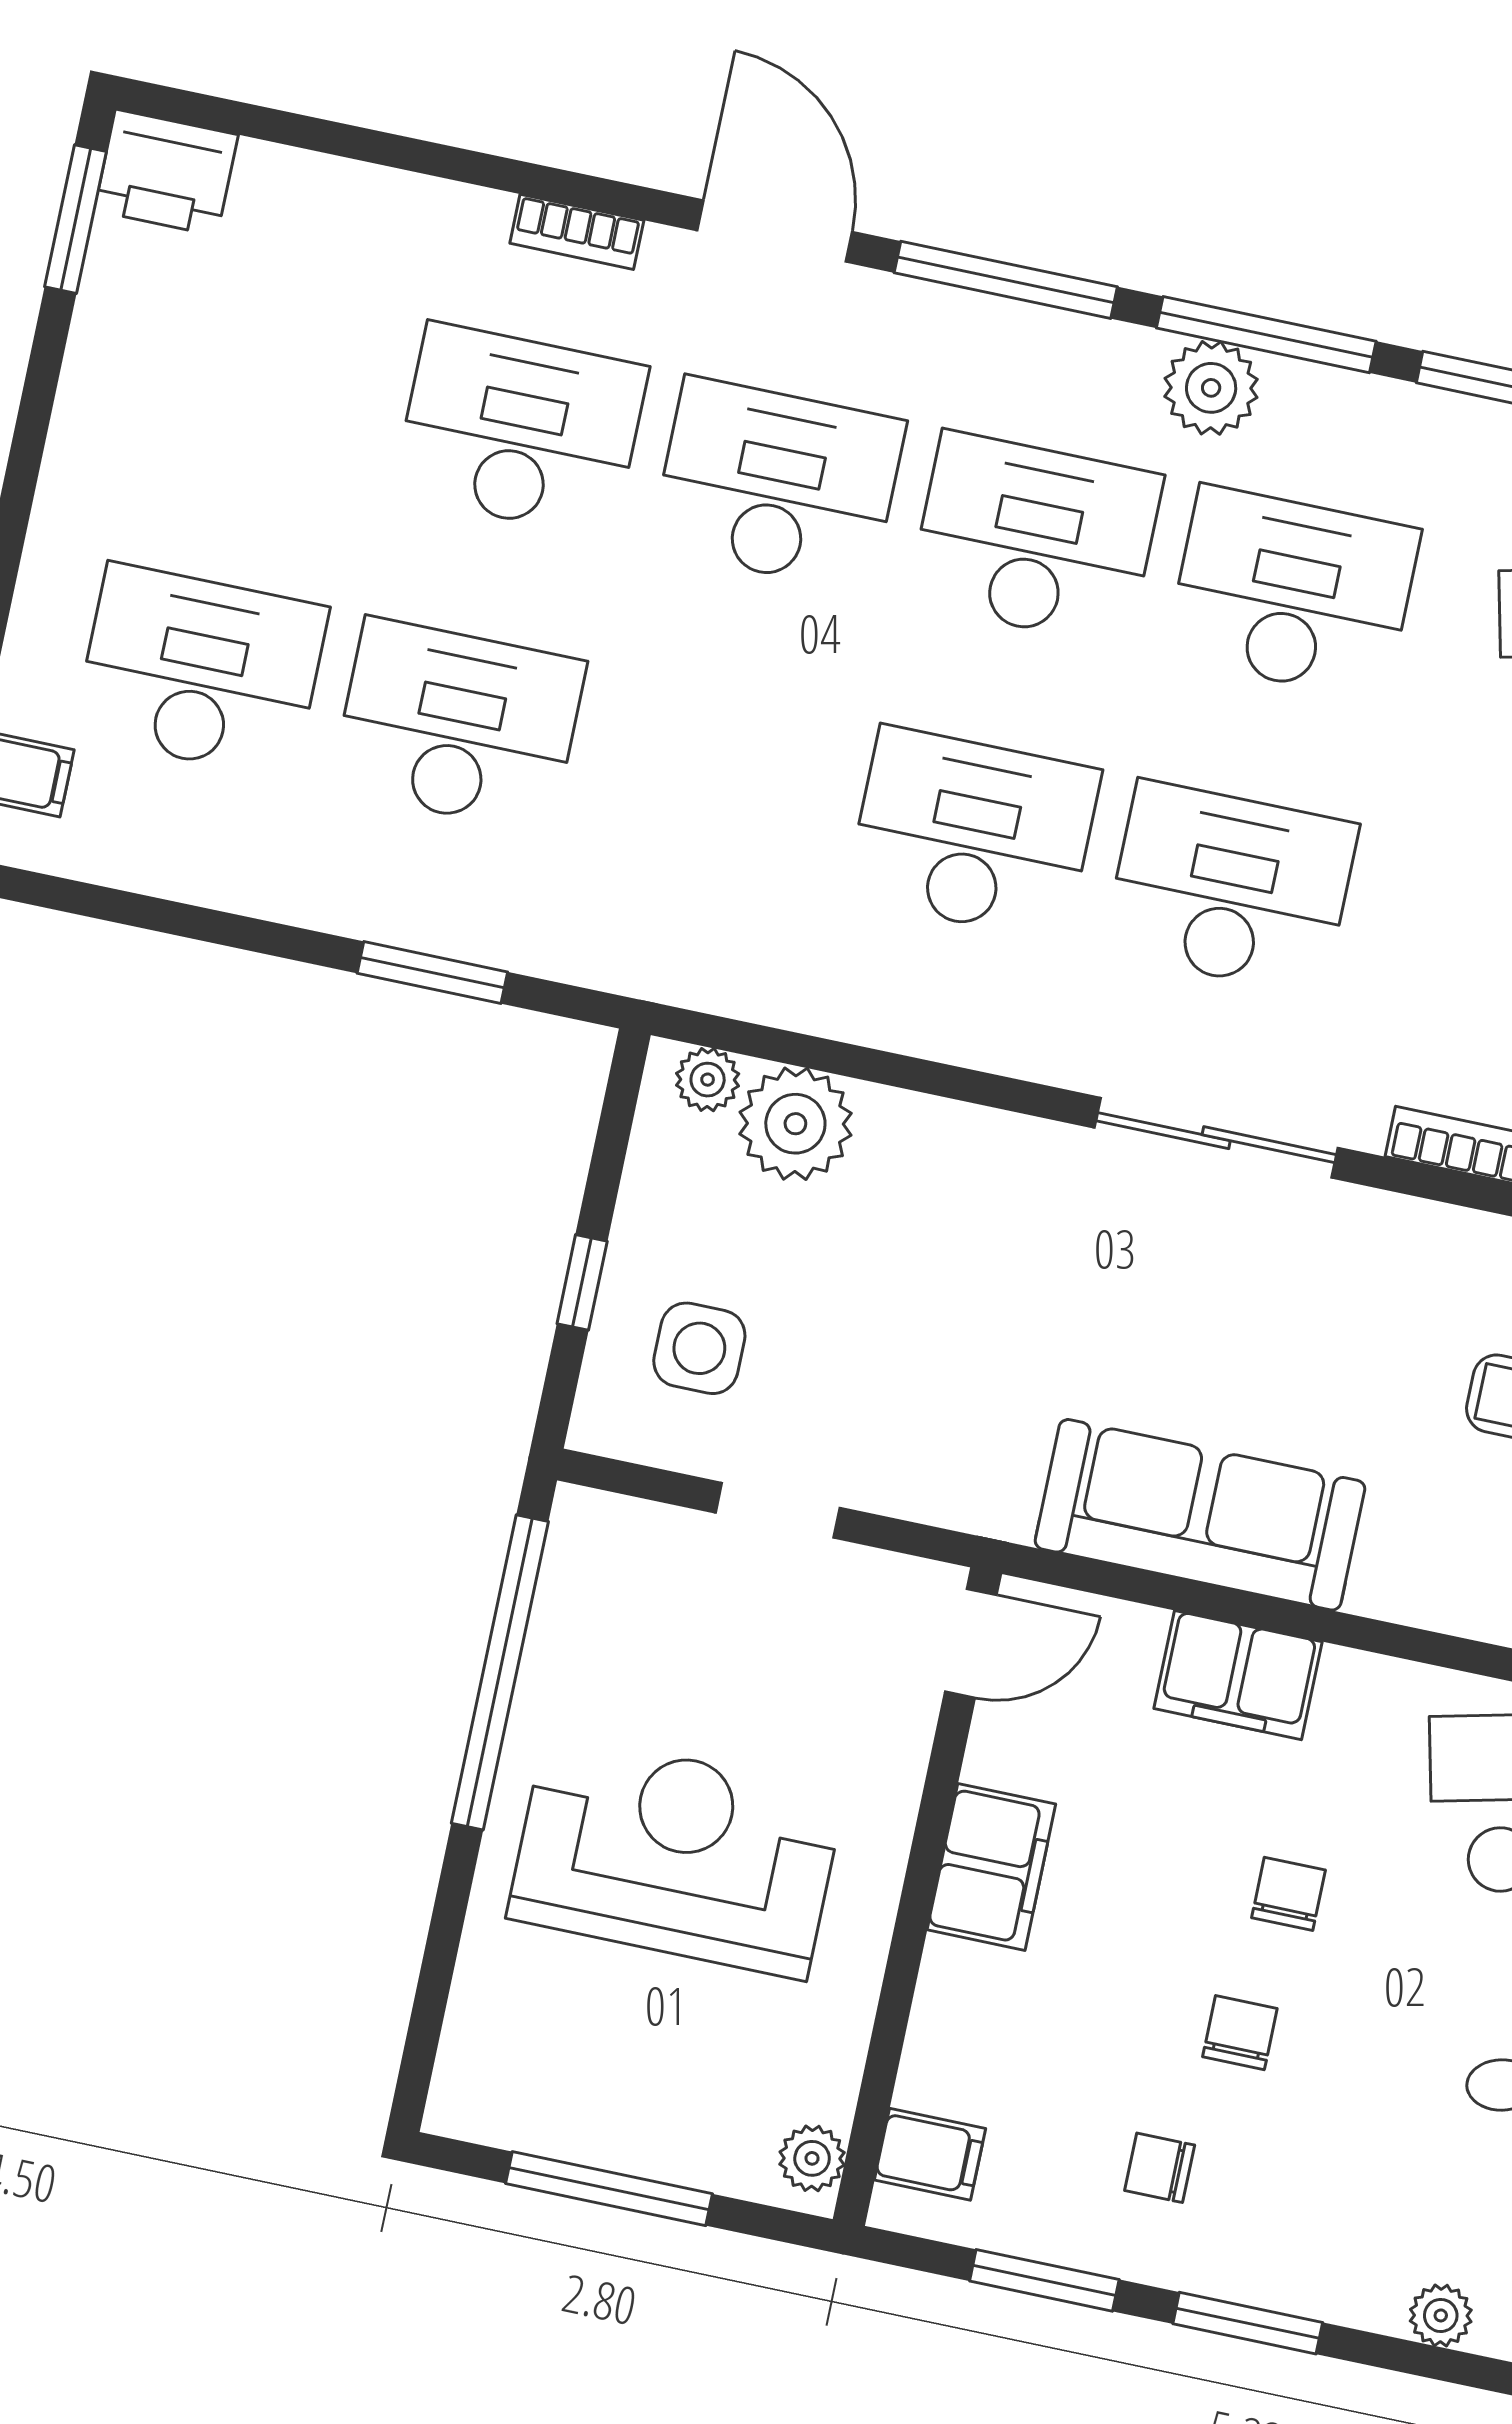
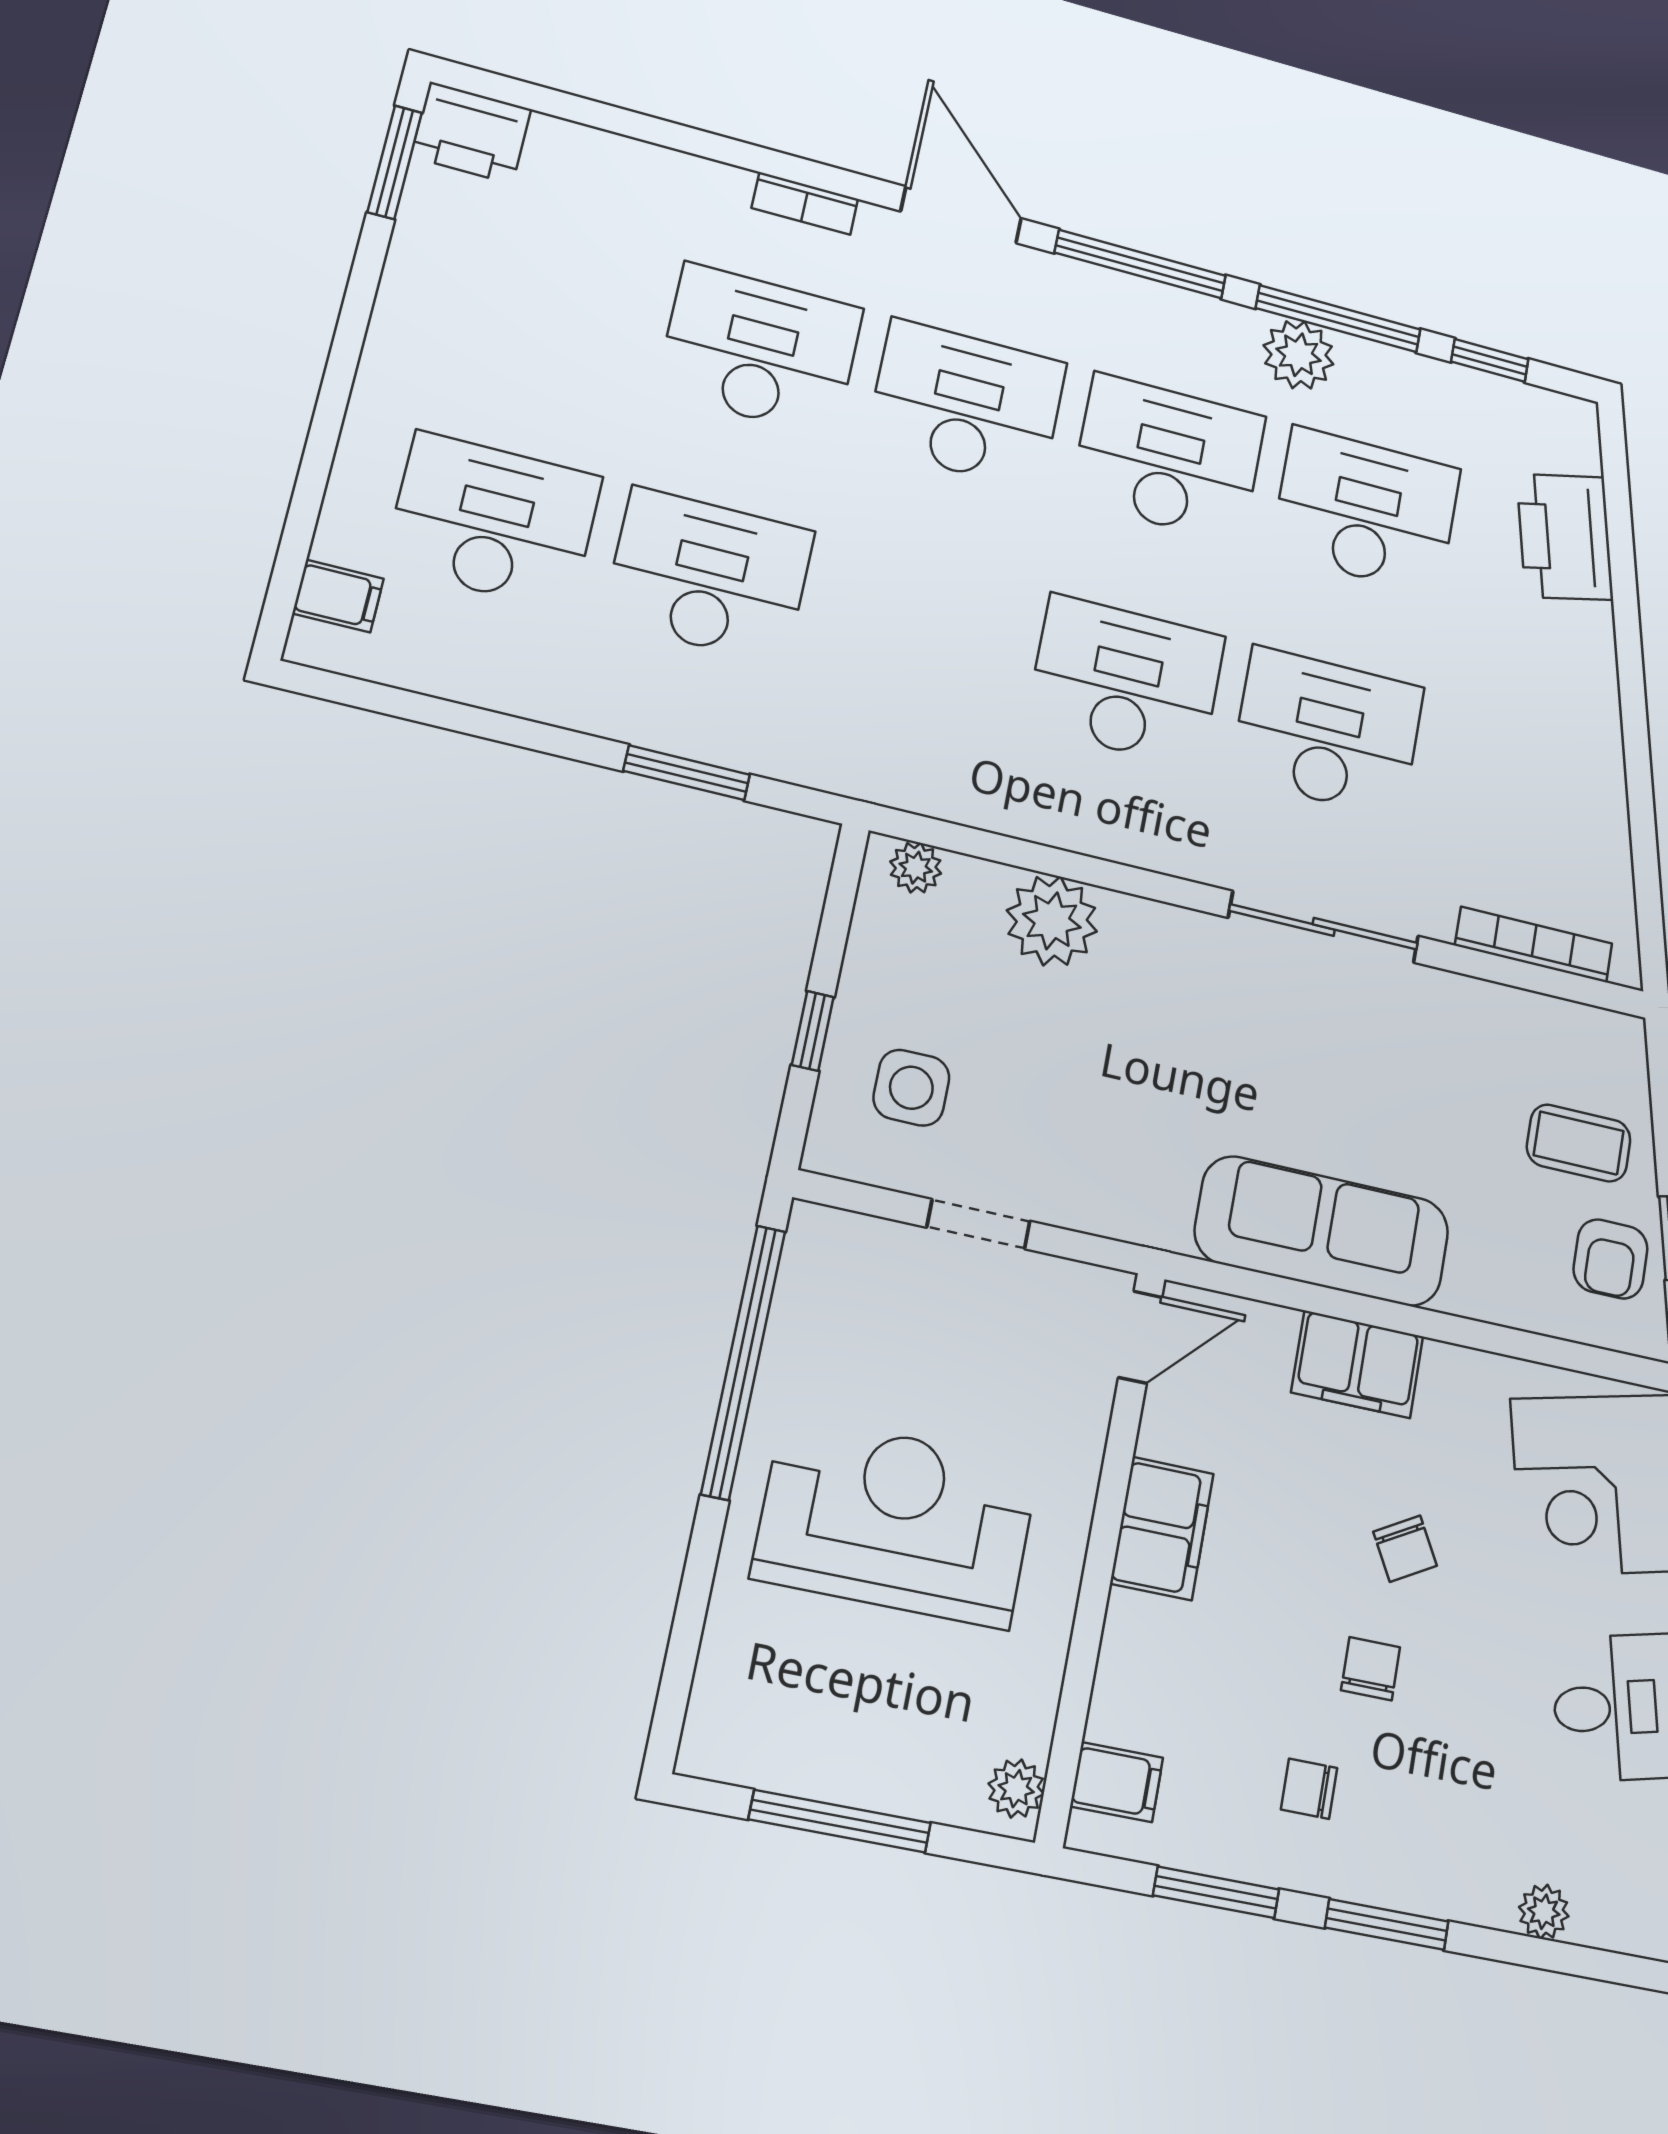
plant: (795, 1124) -> (1052, 921), moved
chair: (1288, 1894) -> (1405, 1549), turned 151

